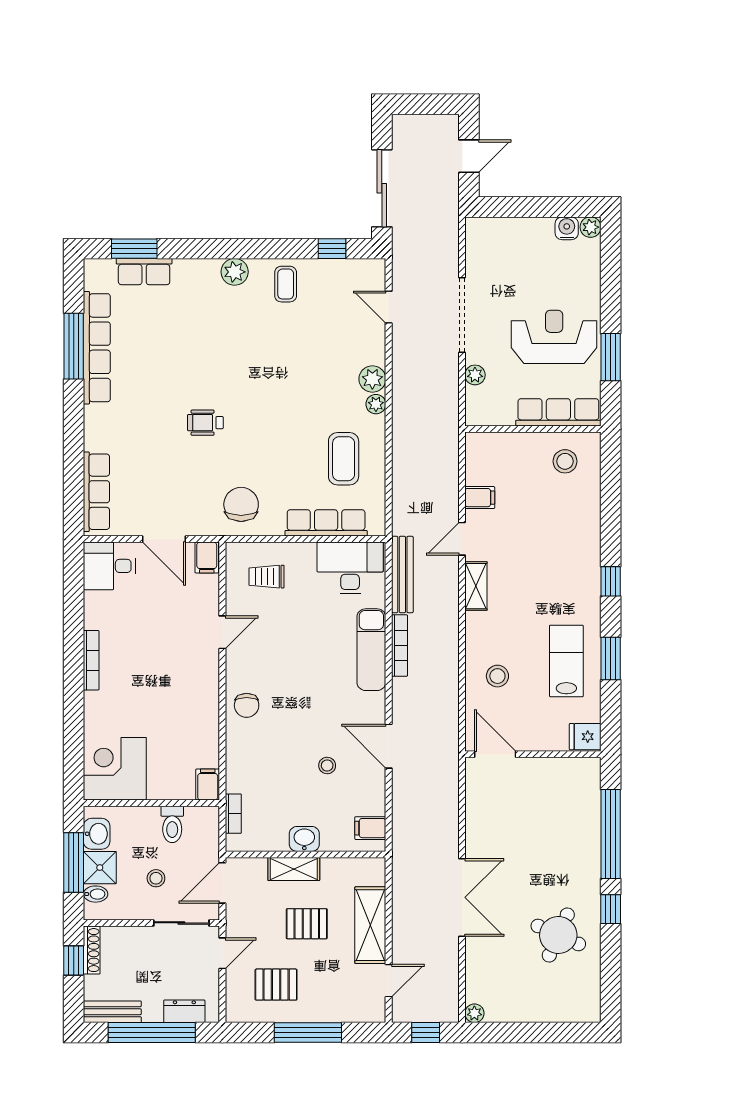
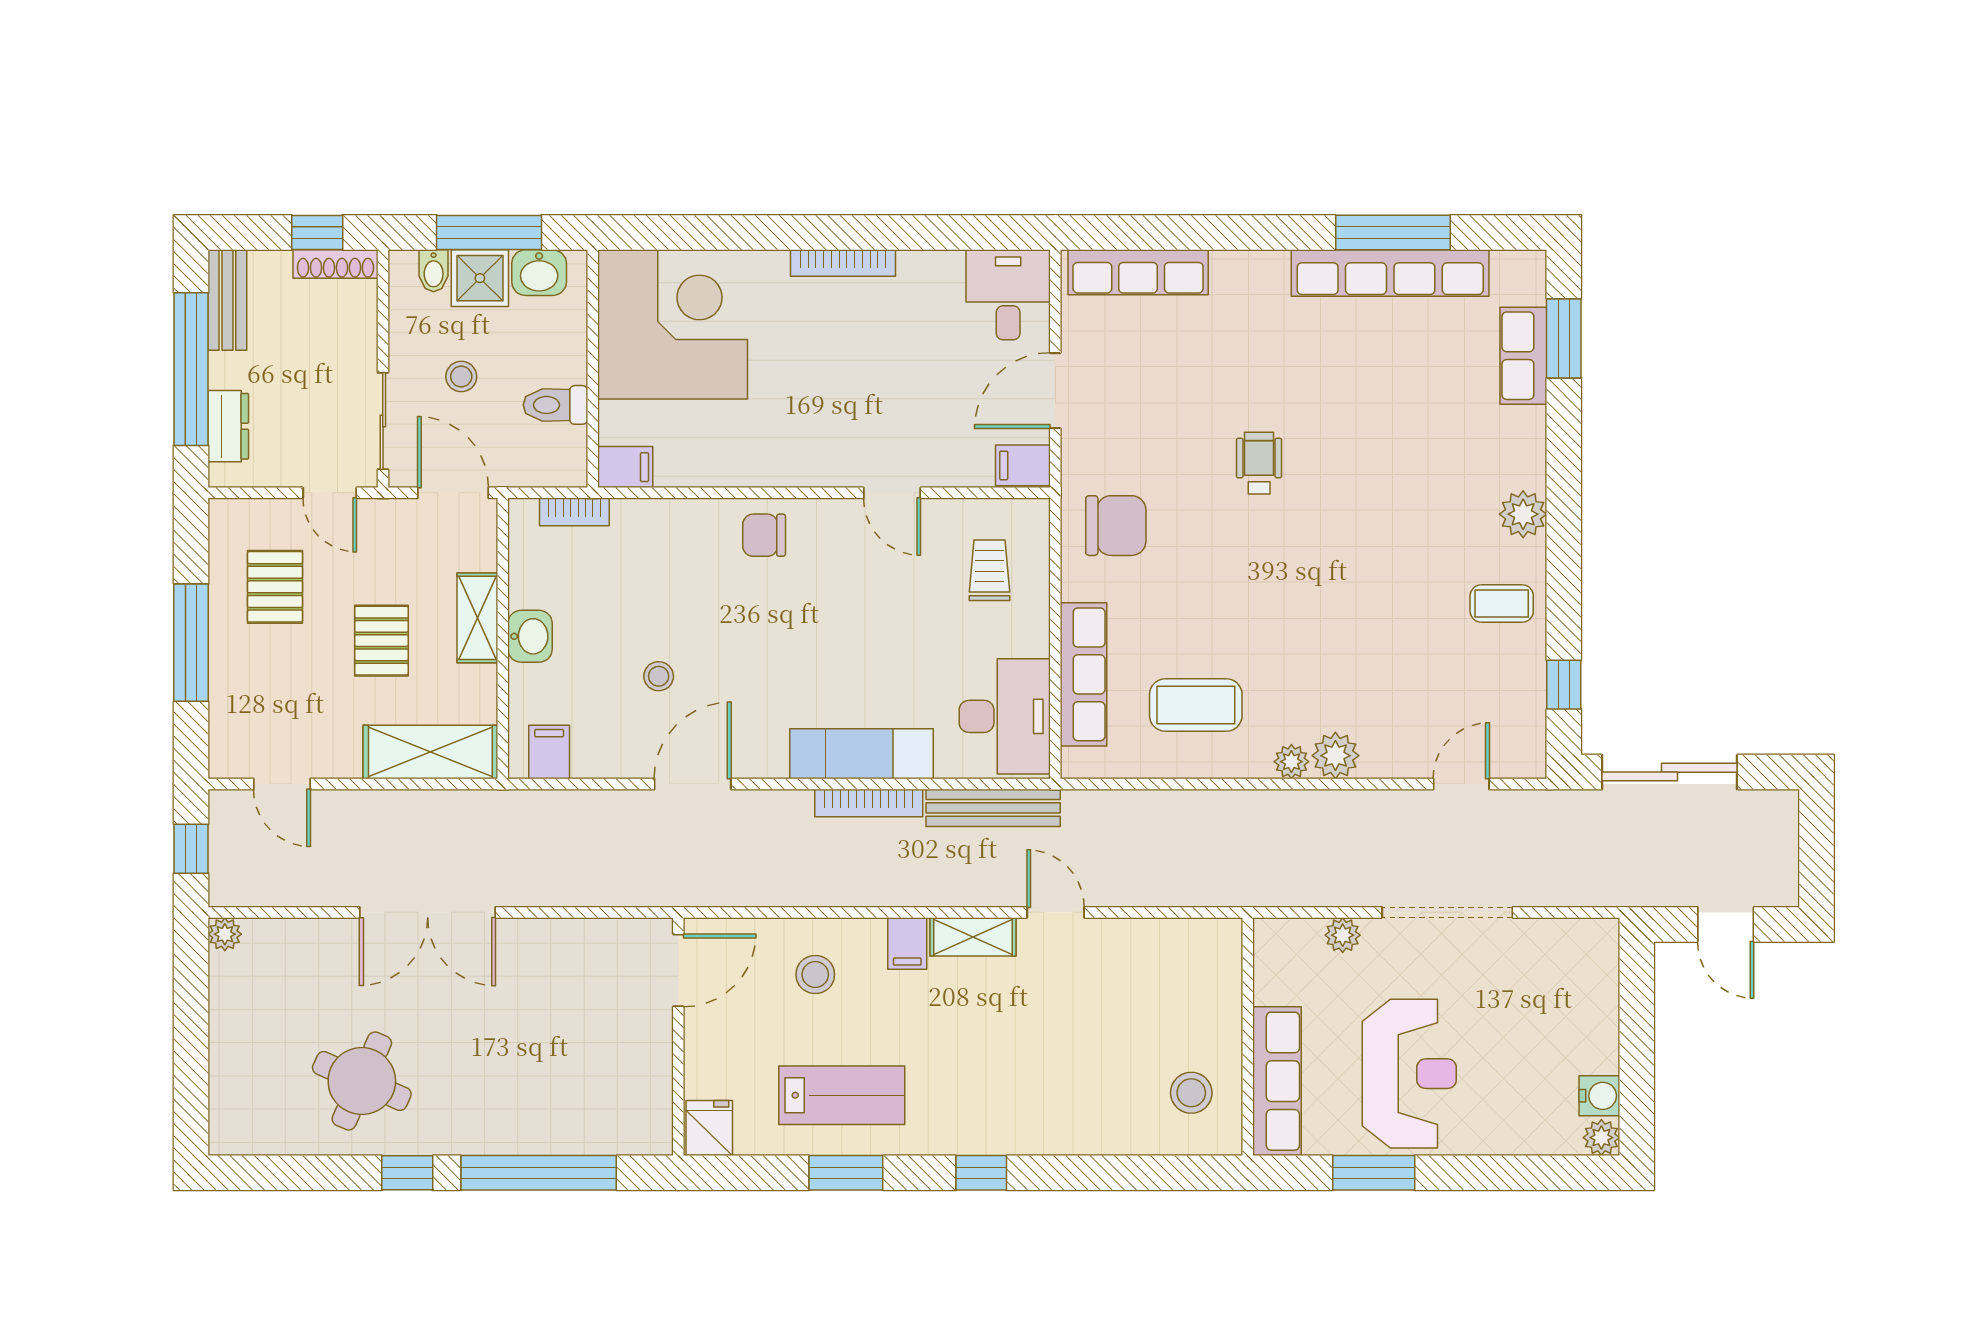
filing cabinet: (480, 498) -> (907, 943), moved
corner desk: (115, 769) -> (673, 324), width x1.36, depth x1.36
shelving: (370, 925) -> (430, 752), moved

